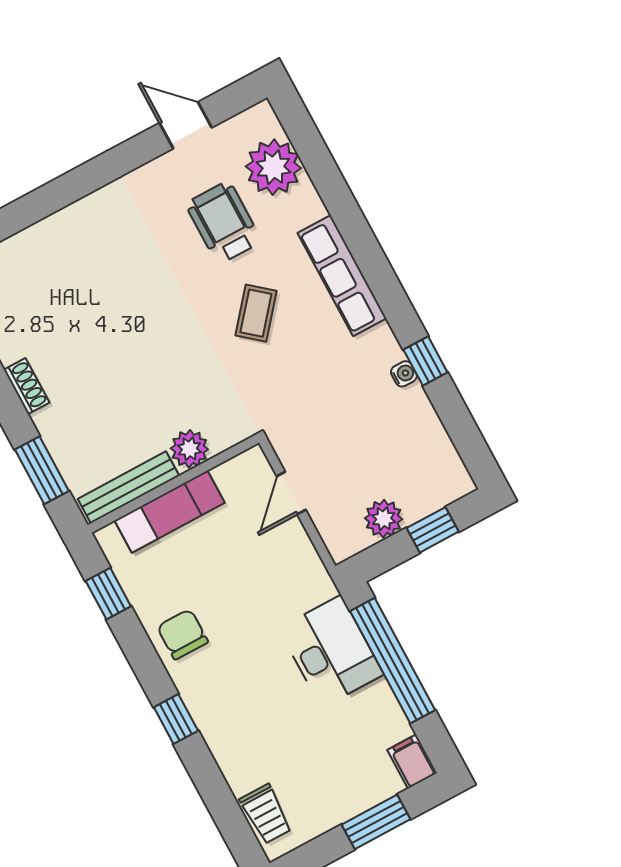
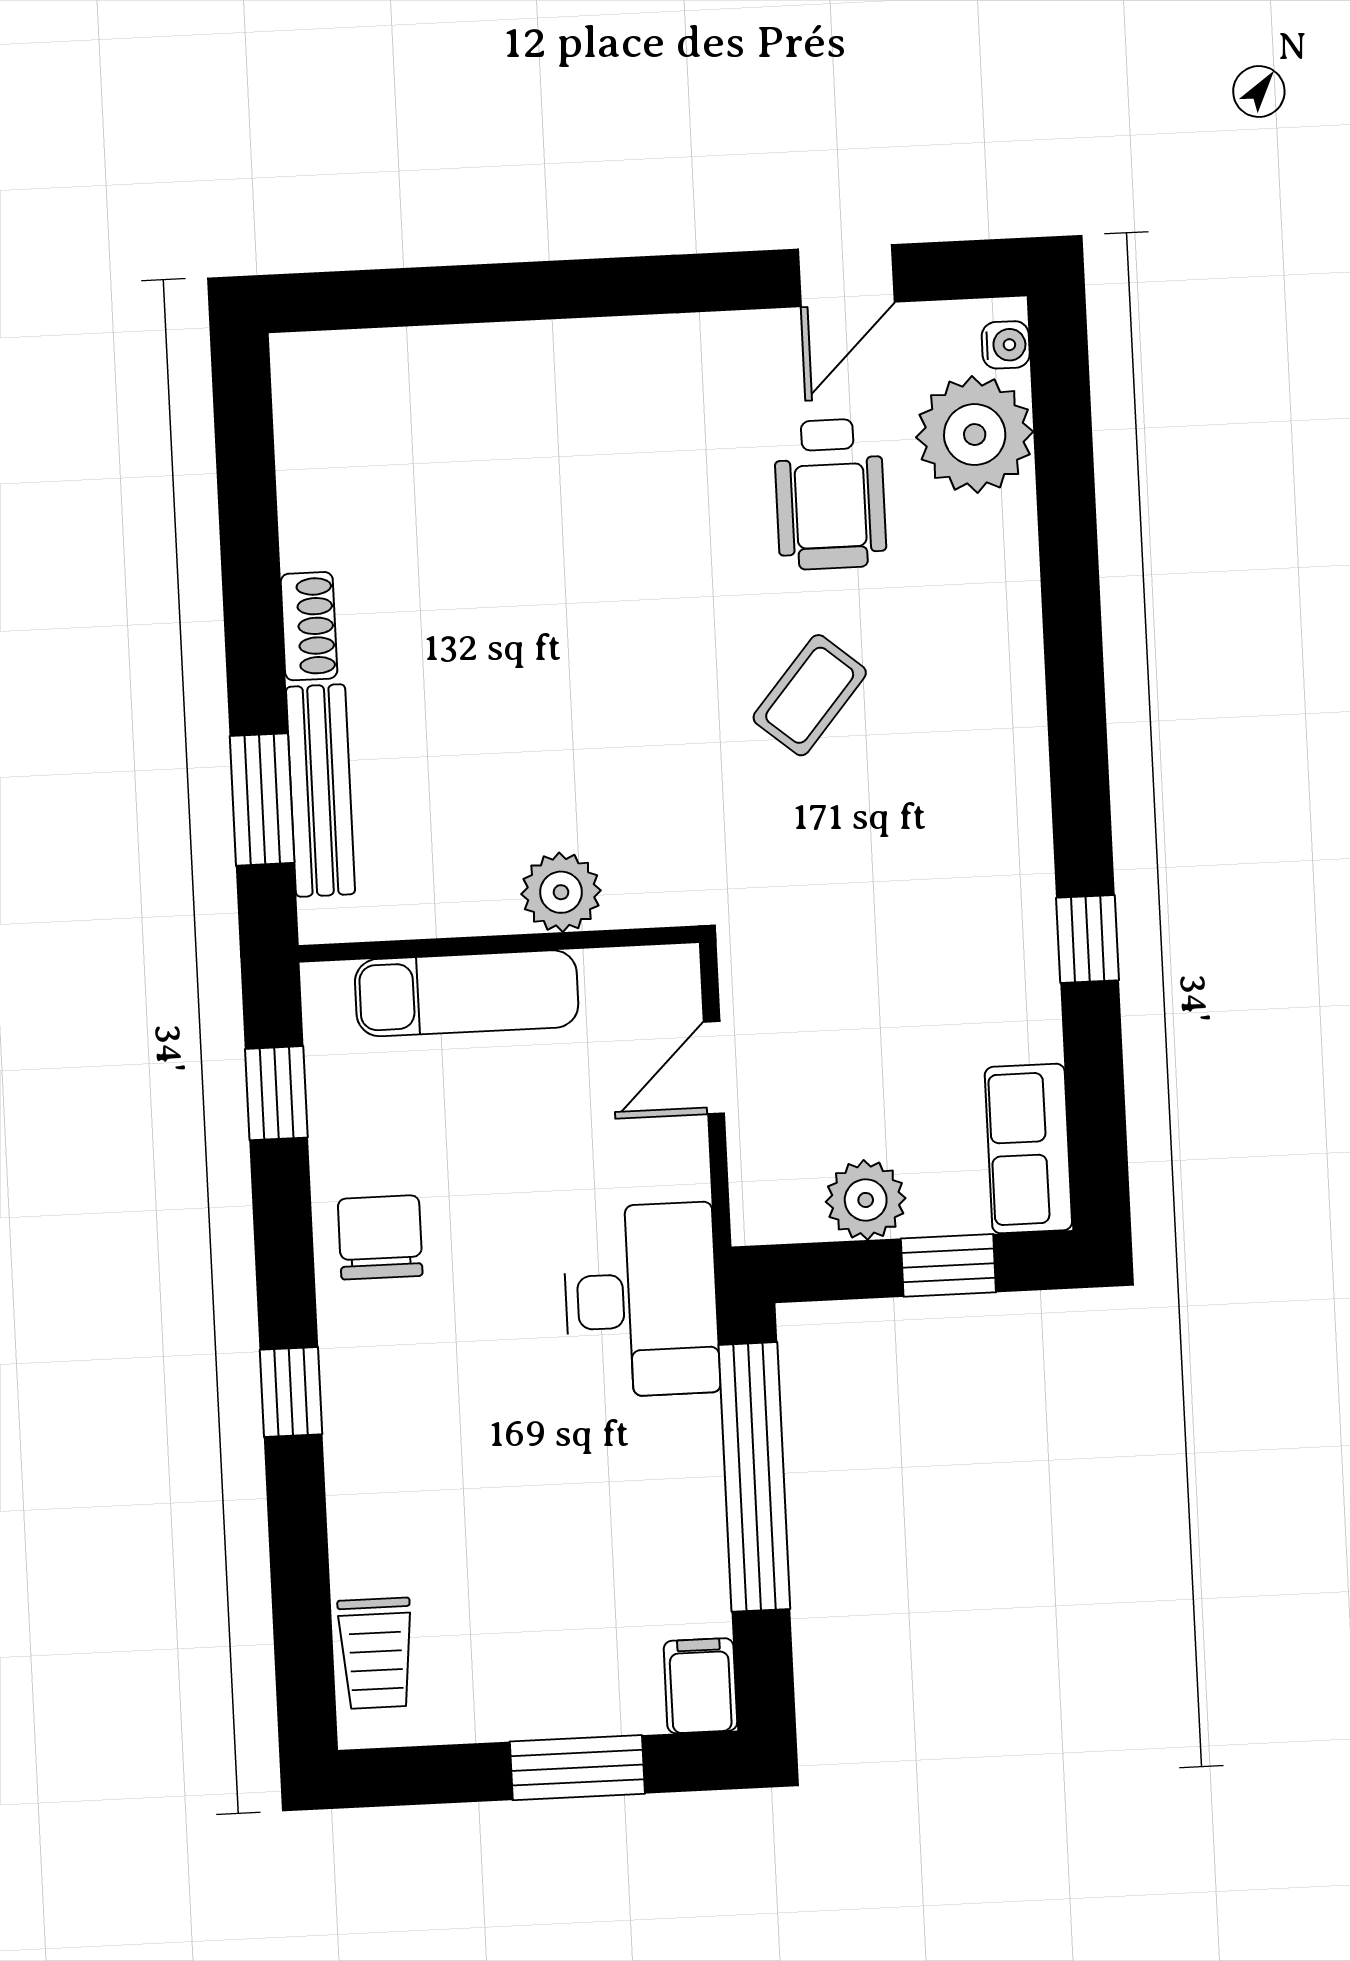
door: (186, 125) -> (846, 276), swing flipped
wheelchair: (224, 222) -> (830, 494), turned 180
row of seats: (342, 276) -> (1028, 1149), moved, width x0.68
water cooler: (404, 374) -> (1006, 345), moved
bench: (128, 487) -> (320, 791), moved, turned 90
desk: (331, 651) -> (641, 1300), moved

